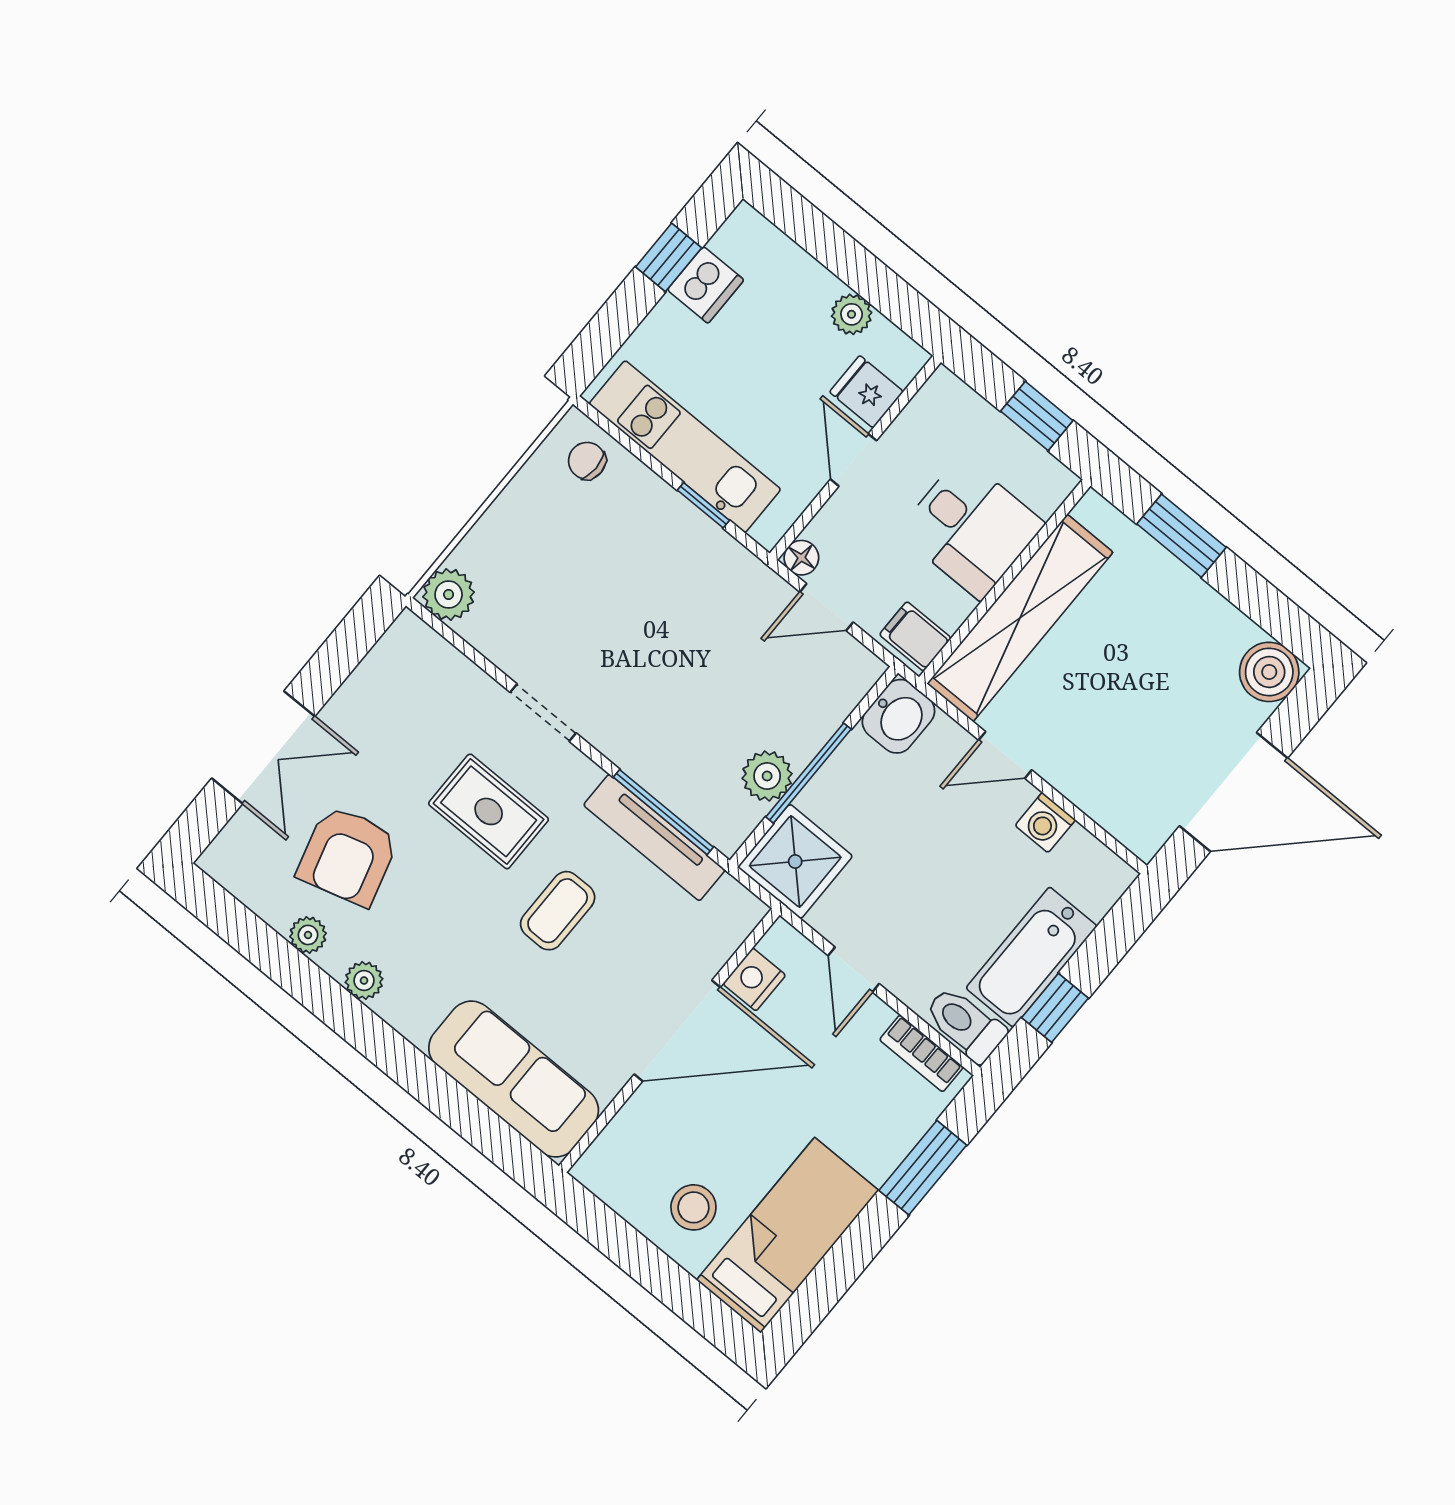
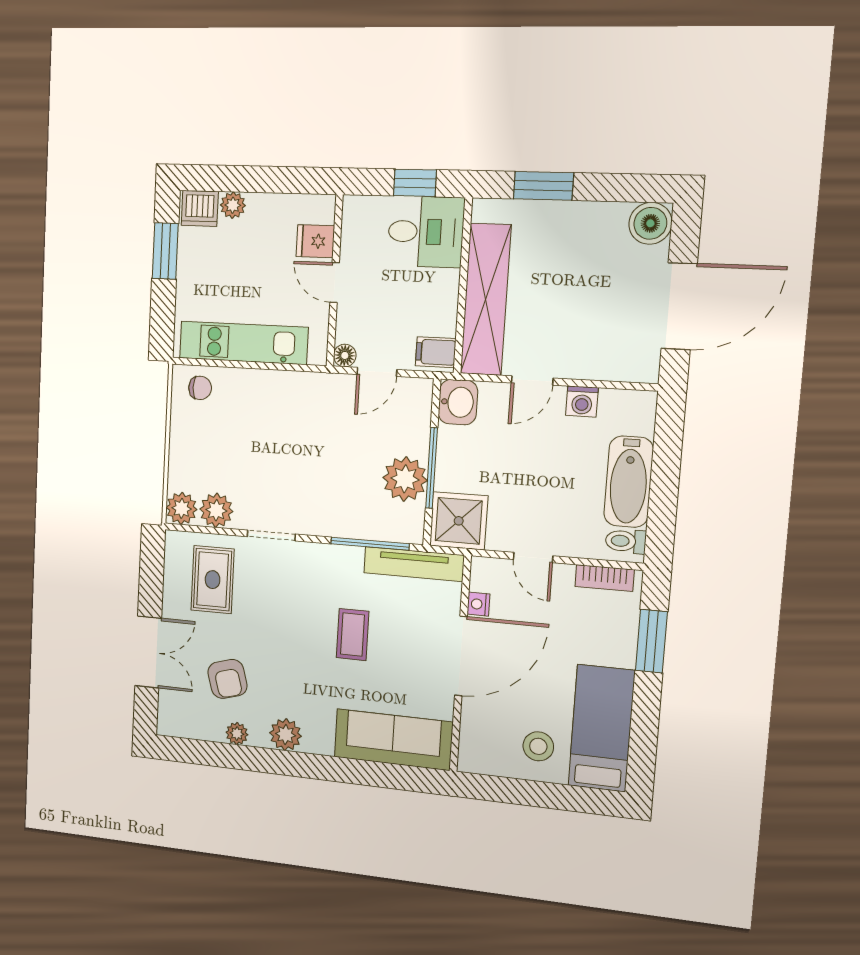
window: (669, 257) -> (165, 251), width x1.50
dishwasher: (706, 285) -> (200, 208), moved, turned 90
plant: (852, 314) -> (233, 205), moved
chair: (587, 461) -> (200, 388), turned 180
window: (703, 505) -> (275, 366), removed
desk: (971, 528) -> (426, 232), moved
plant: (494, 630) -> (216, 510), added
plant: (767, 776) -> (405, 479), width x1.36, depth x1.36
rug: (489, 811) -> (213, 580), moved, turned 90
tv unit: (654, 838) -> (414, 564), moved
armchair: (348, 856) -> (228, 679), width x0.72, depth x0.72
nightstand: (754, 979) -> (478, 604), width x0.72, depth x0.74
plant: (364, 981) -> (286, 735), width x1.38, depth x1.38
window: (1055, 1008) -> (663, 501), removed
toilet: (965, 1024) -> (626, 541), width x0.73, depth x0.72

